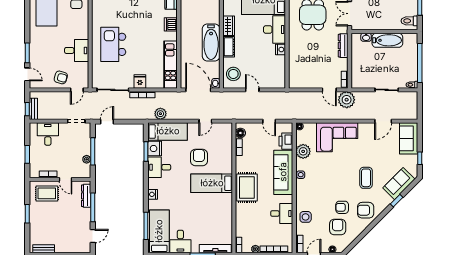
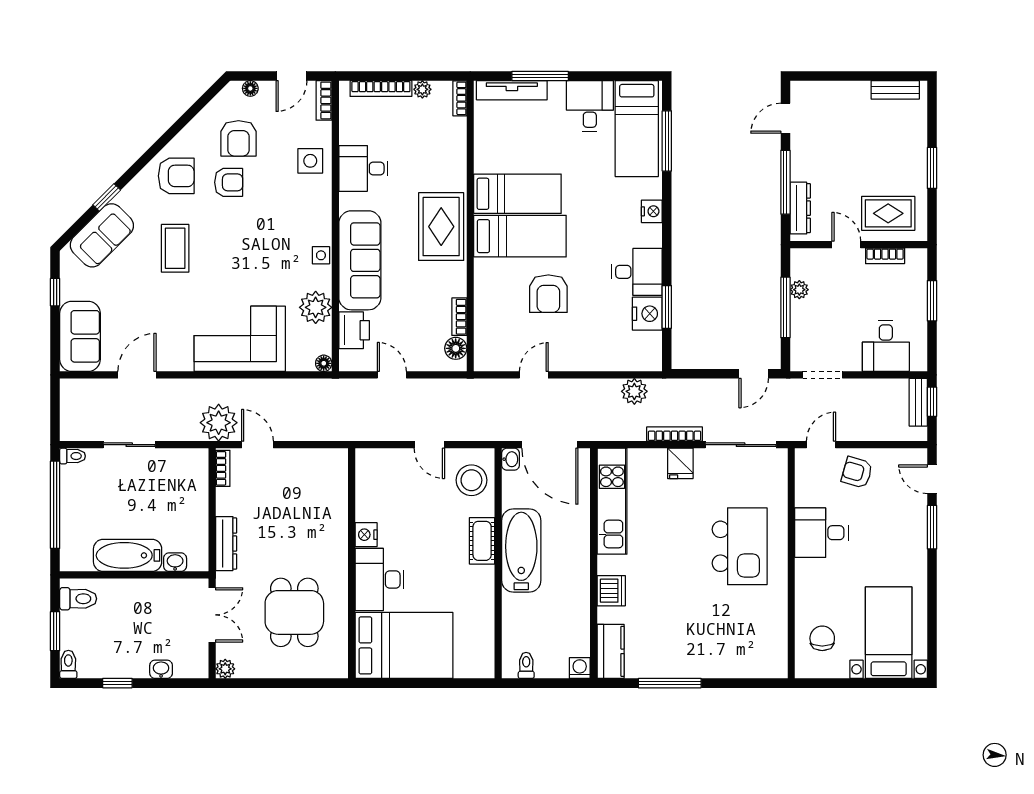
wardrobe: (229, 26) -> (482, 588), removed
bed: (168, 131) -> (517, 194), moved, turned 180

